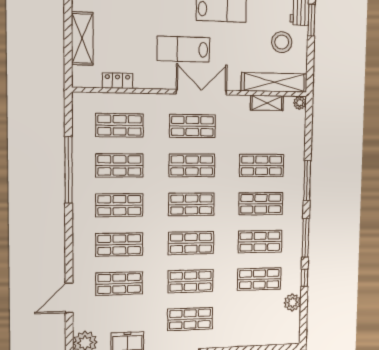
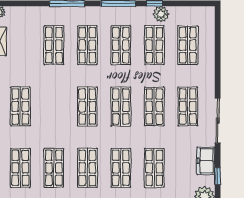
shop shelf: (192, 165) -> (188, 45), moved
plant: (292, 302) -> (161, 14), moved

